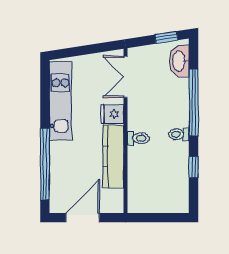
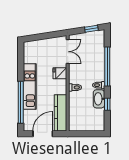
washbasin: (179, 61) -> (99, 99), moved
double door: (126, 77) -> (68, 52), swing flipped
kitchen unit: (60, 101) -> (30, 86), moved
kitchen counter: (113, 156) -> (61, 113), moved

